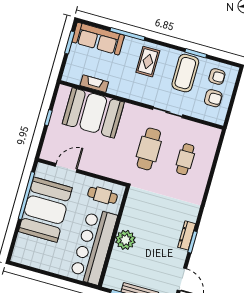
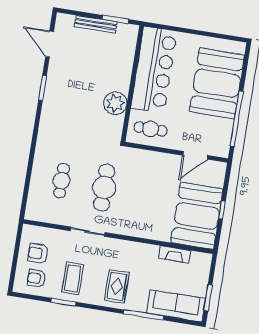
coffee table: (185, 73) -> (73, 278), width x0.73, depth x0.76
booth: (93, 113) -> (197, 216), moved, turned 90
booth: (45, 210) -> (217, 83), moved
dresser: (187, 235) -> (50, 95), removed
plant: (125, 240) -> (115, 103), moved

